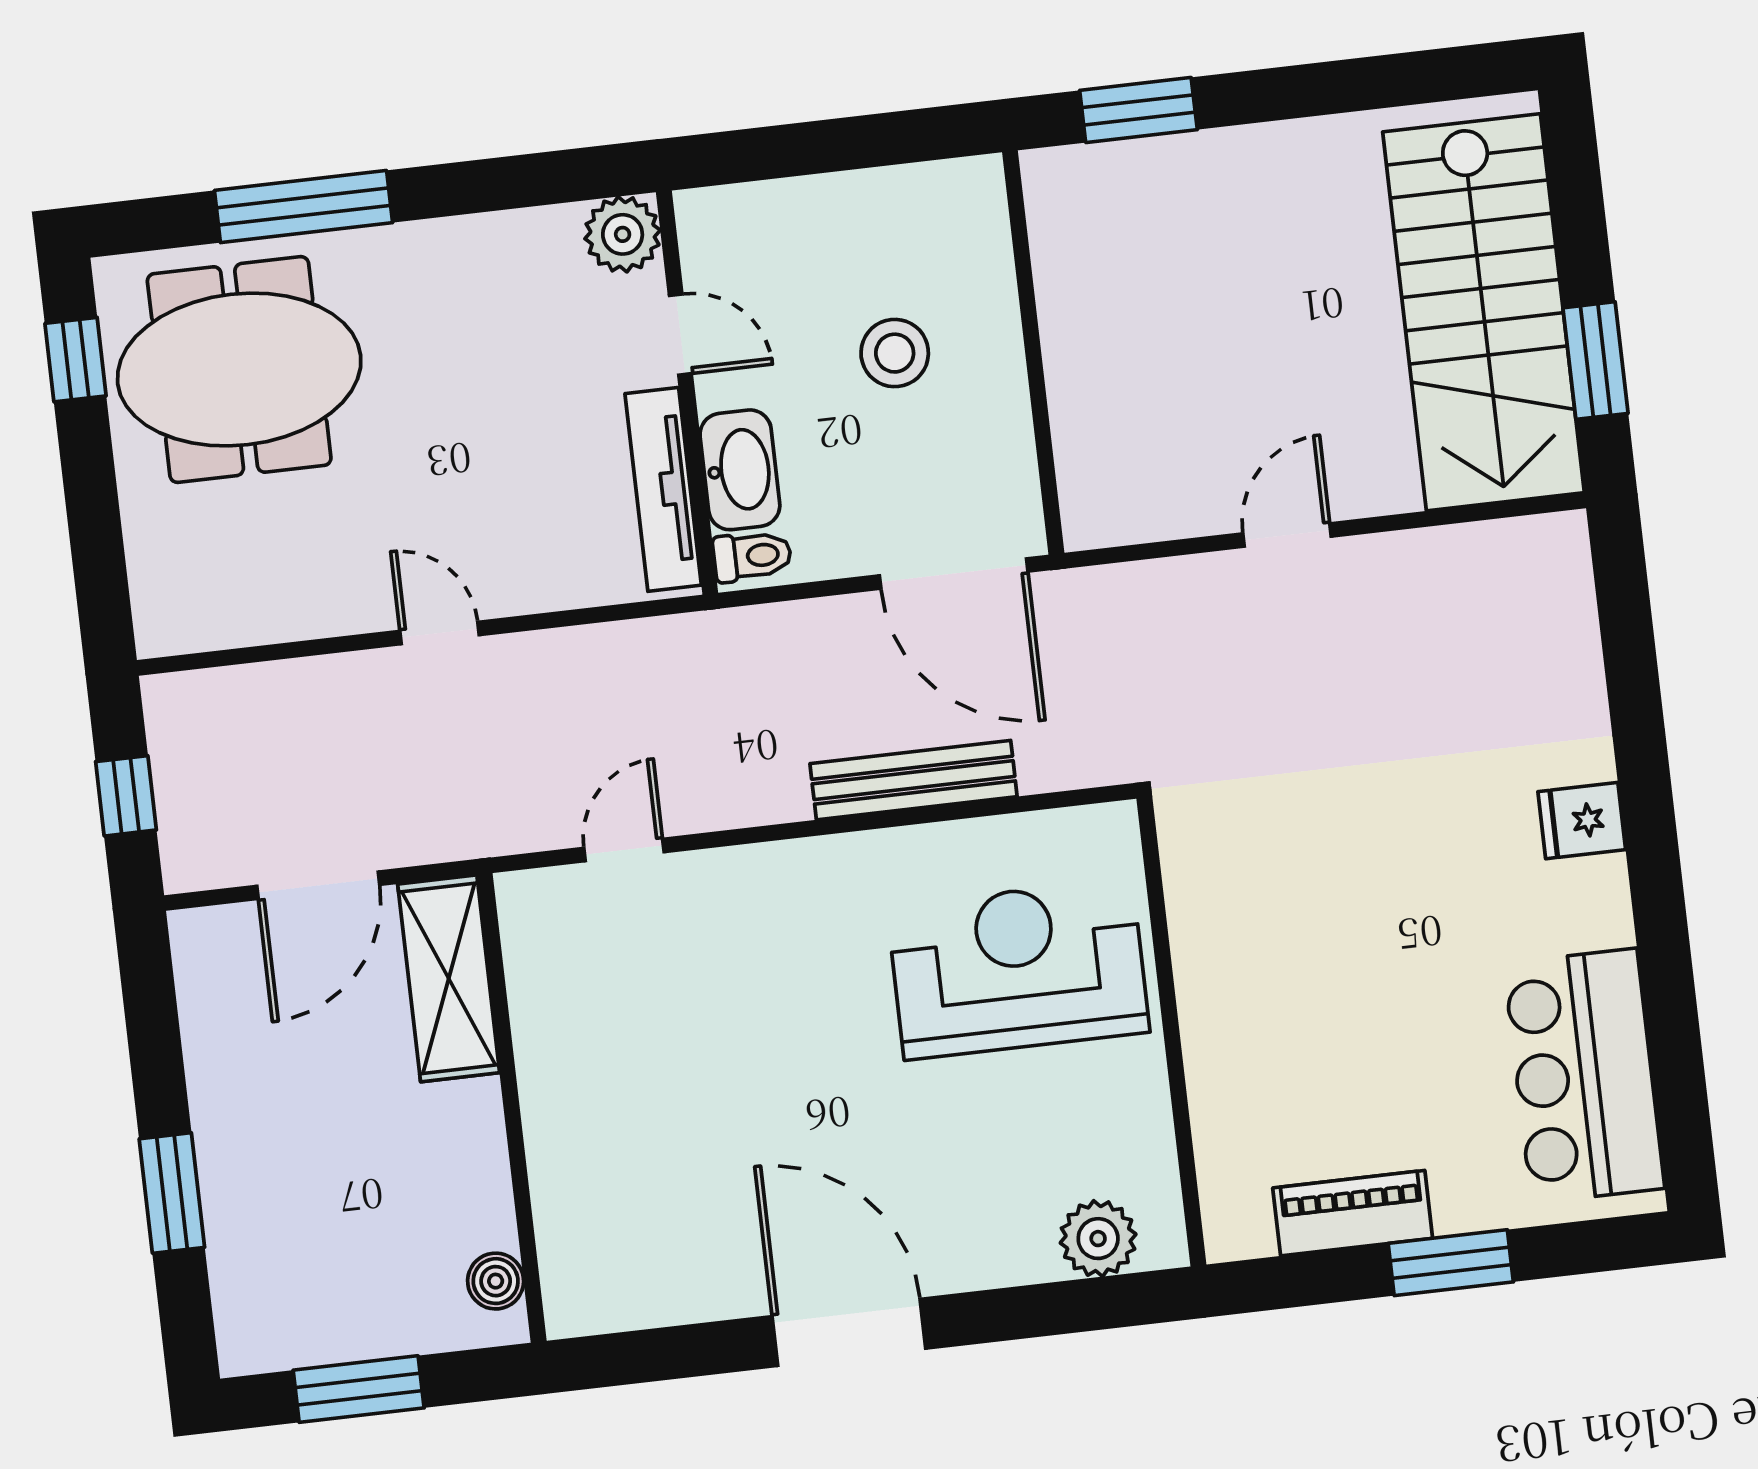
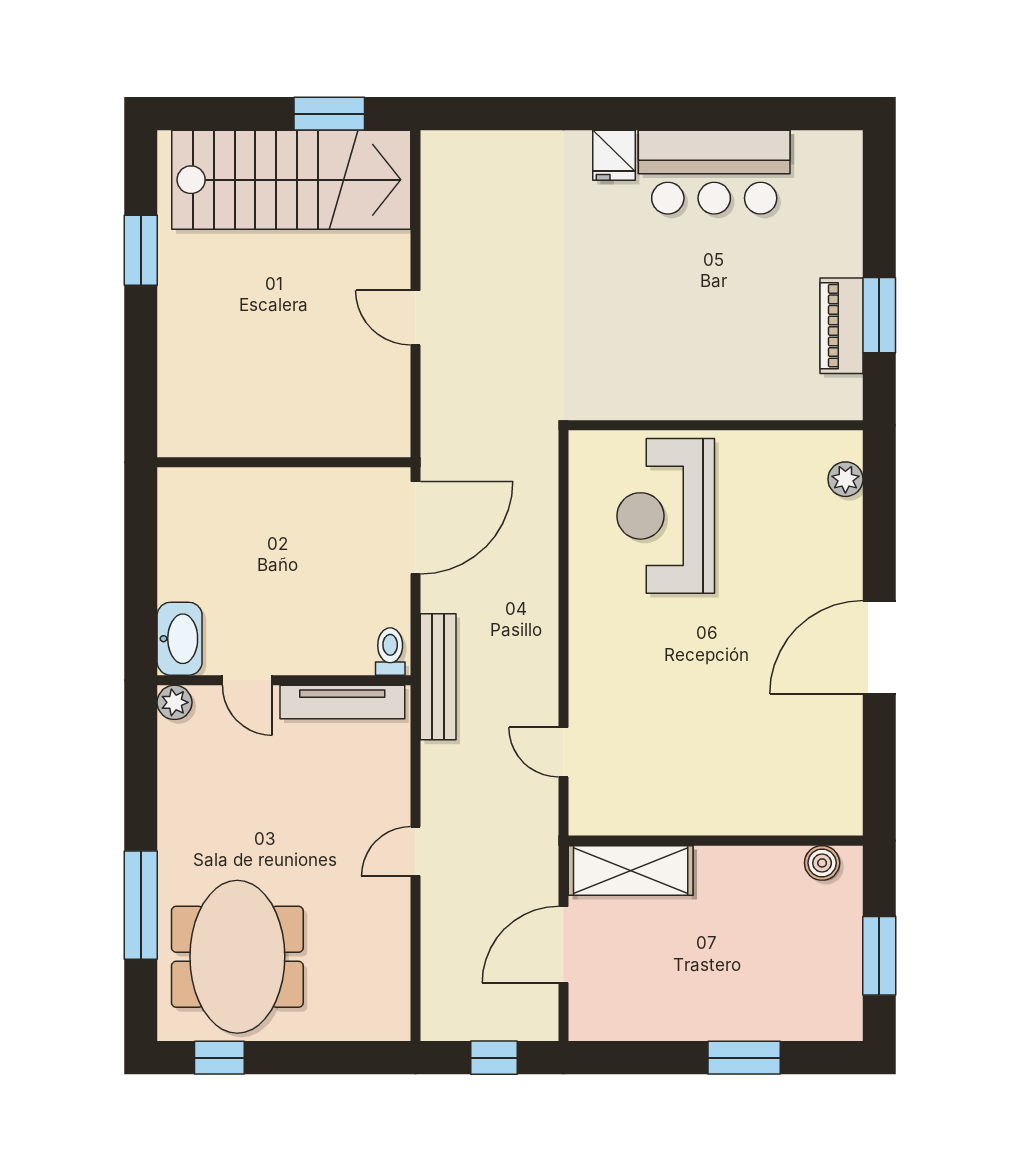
window: (1138, 110) -> (141, 250), moved
plant: (623, 234) -> (174, 702), width x0.73, depth x0.73
door: (680, 335) -> (247, 680), swing flipped
stool: (895, 353) -> (274, 548), removed
washbasin: (740, 470) -> (180, 639), moved, turned 90
bench: (914, 780) -> (438, 677), moved
door: (318, 885) -> (563, 945), swing flipped
bar counter: (1584, 1076) -> (714, 172), moved
plant: (1098, 1239) -> (845, 479), width x0.73, depth x0.73
window: (1451, 1263) -> (879, 315), moved

